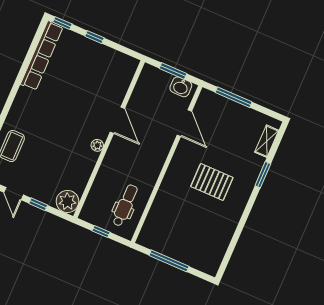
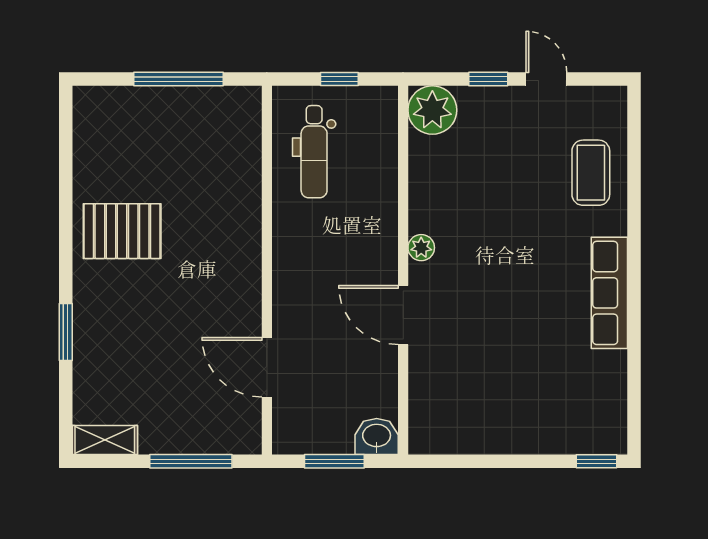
window: (95, 37) -> (520, 461), removed
row of seats: (42, 56) -> (609, 293), moved, width x0.73
washbasin: (181, 87) -> (377, 437), moved
shelving: (267, 141) -> (105, 440), moved, turned 90
pallet: (212, 182) -> (122, 231), moved

